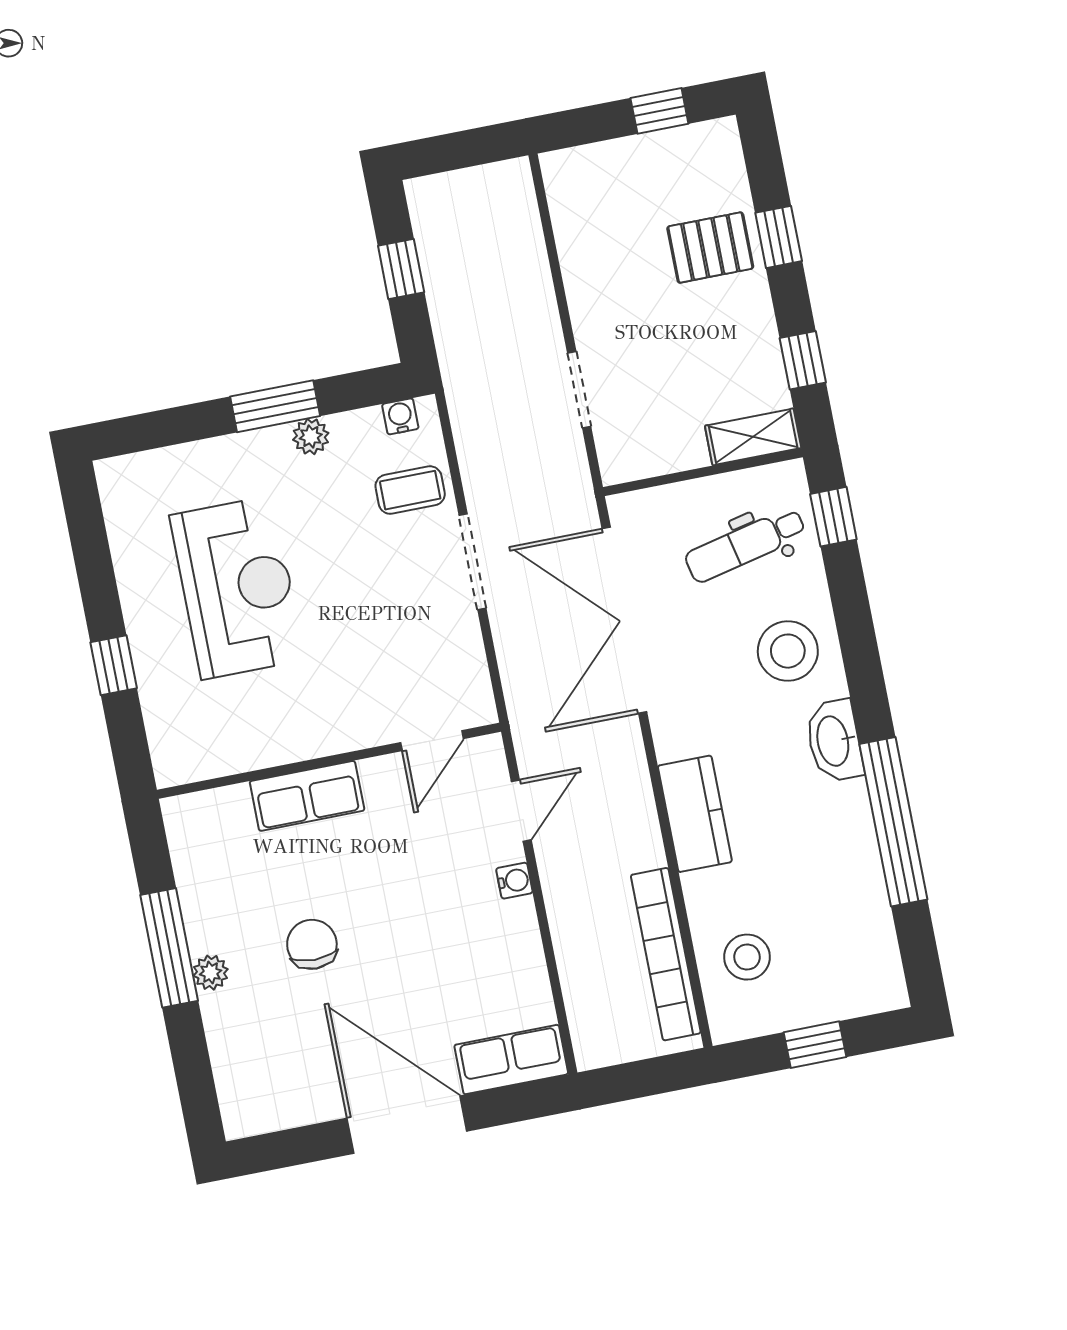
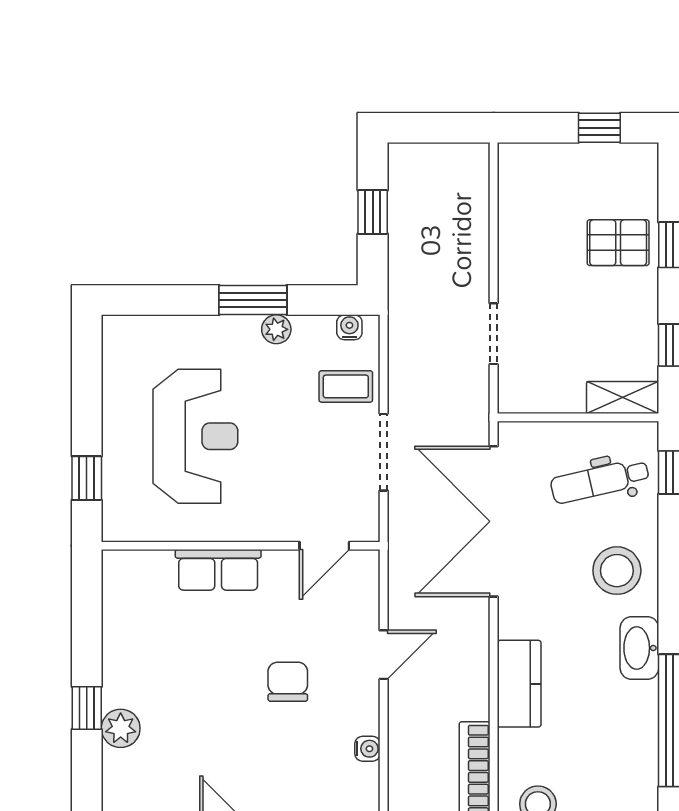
door: (432, 741) -> (324, 546), moved
wall: (329, 761) -> (241, 546), moved
row of seats: (307, 796) -> (218, 570), moved
water cooler: (514, 881) -> (367, 749), moved
chair: (312, 944) -> (288, 682), moved
window: (169, 948) -> (87, 708), width x0.46
plant: (211, 973) -> (121, 728), width x1.38, depth x1.38

